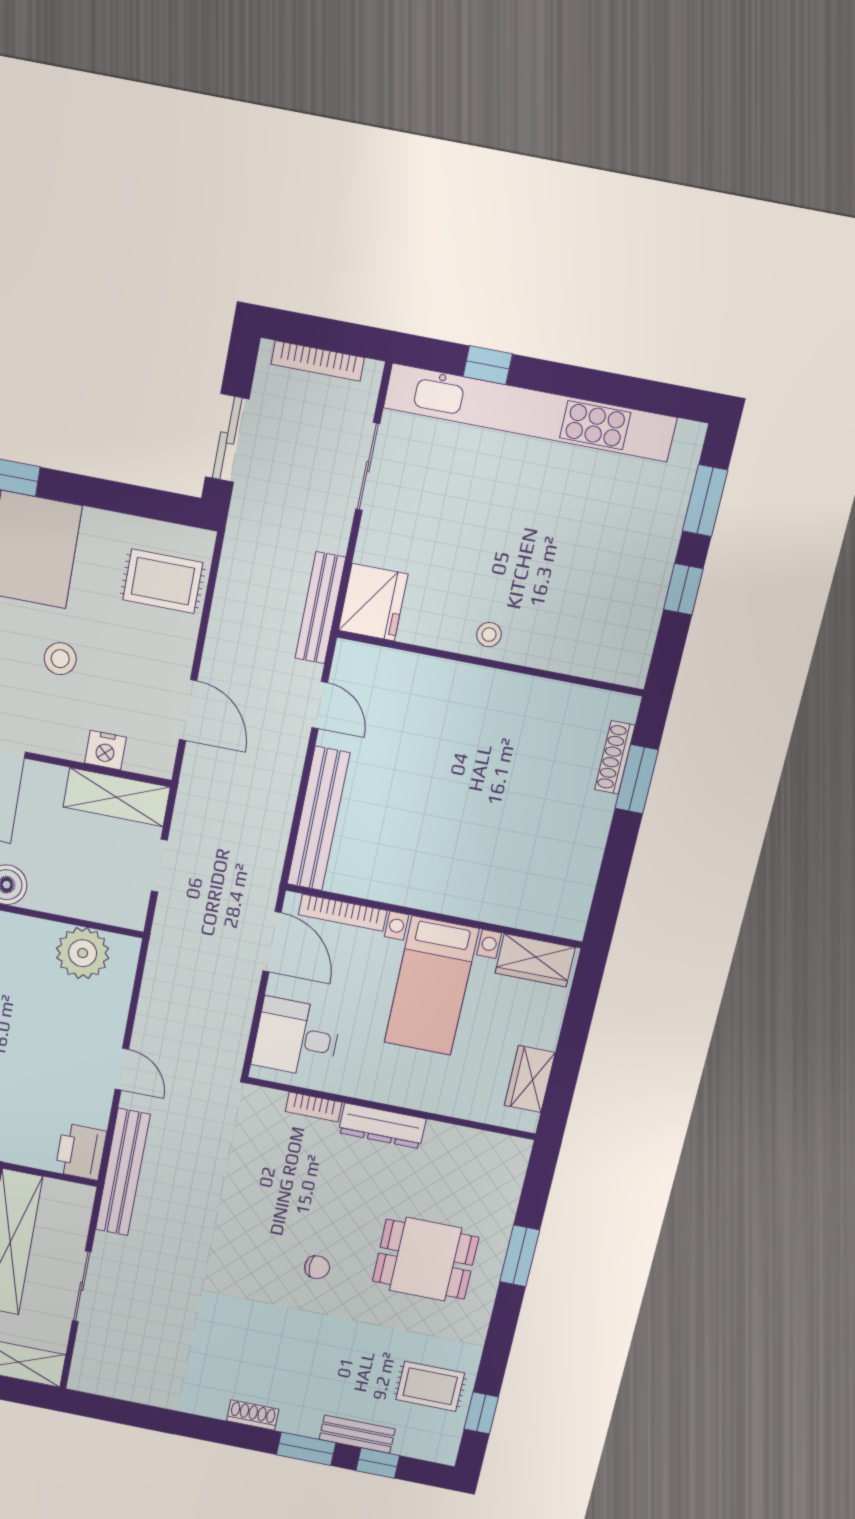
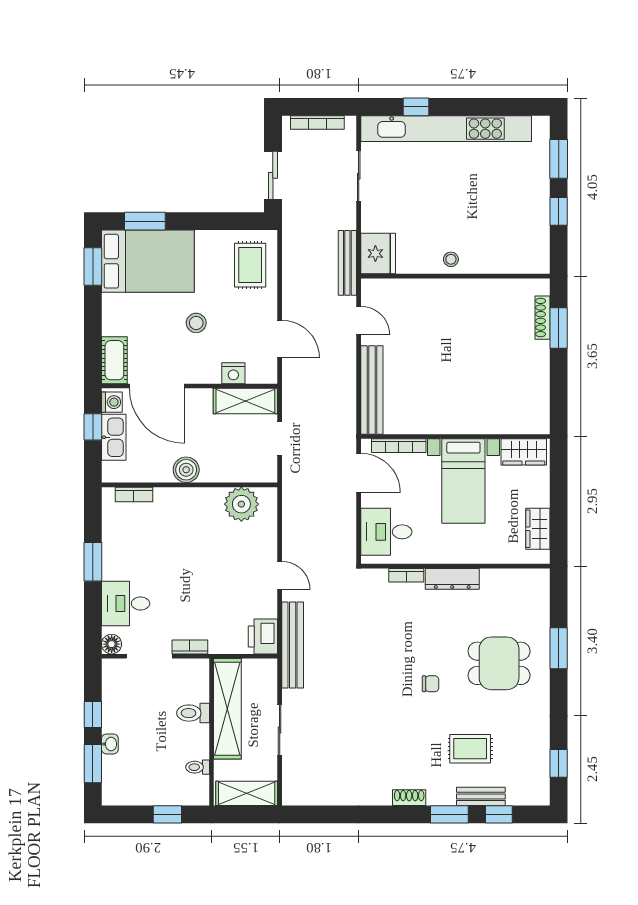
rug: (163, 581) -> (250, 265), turned 90
rug: (430, 1386) -> (470, 749), moved

